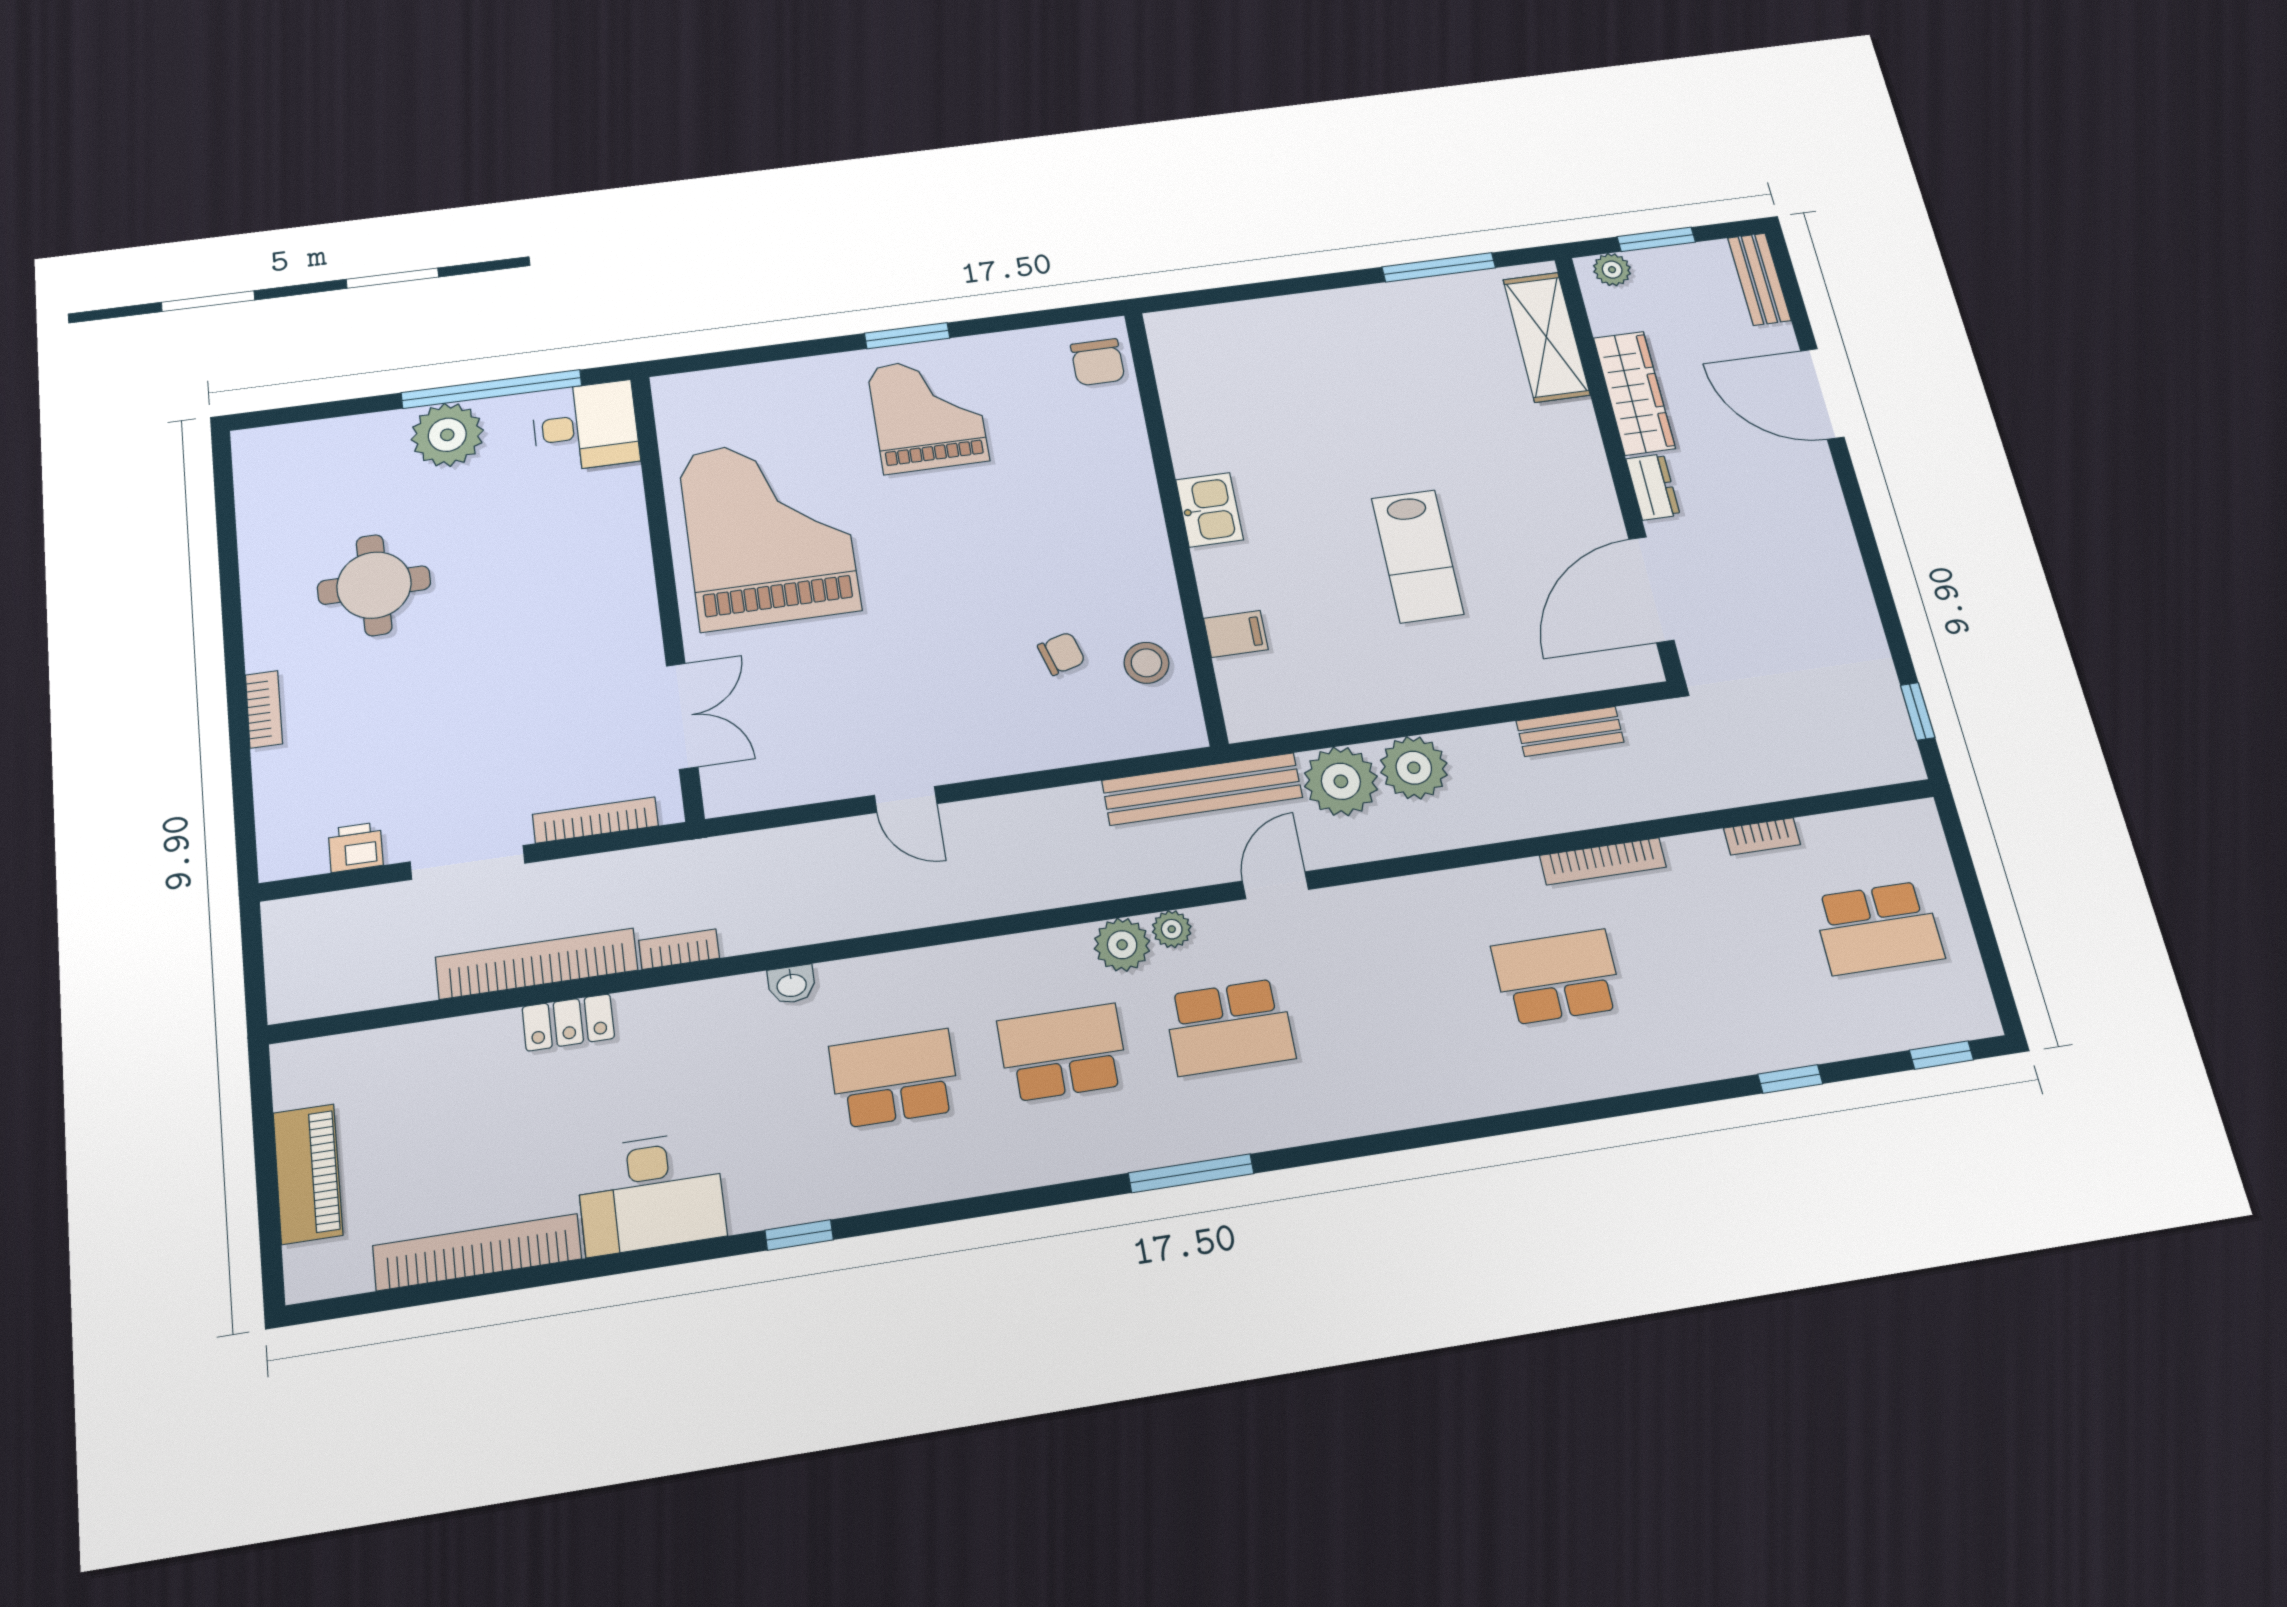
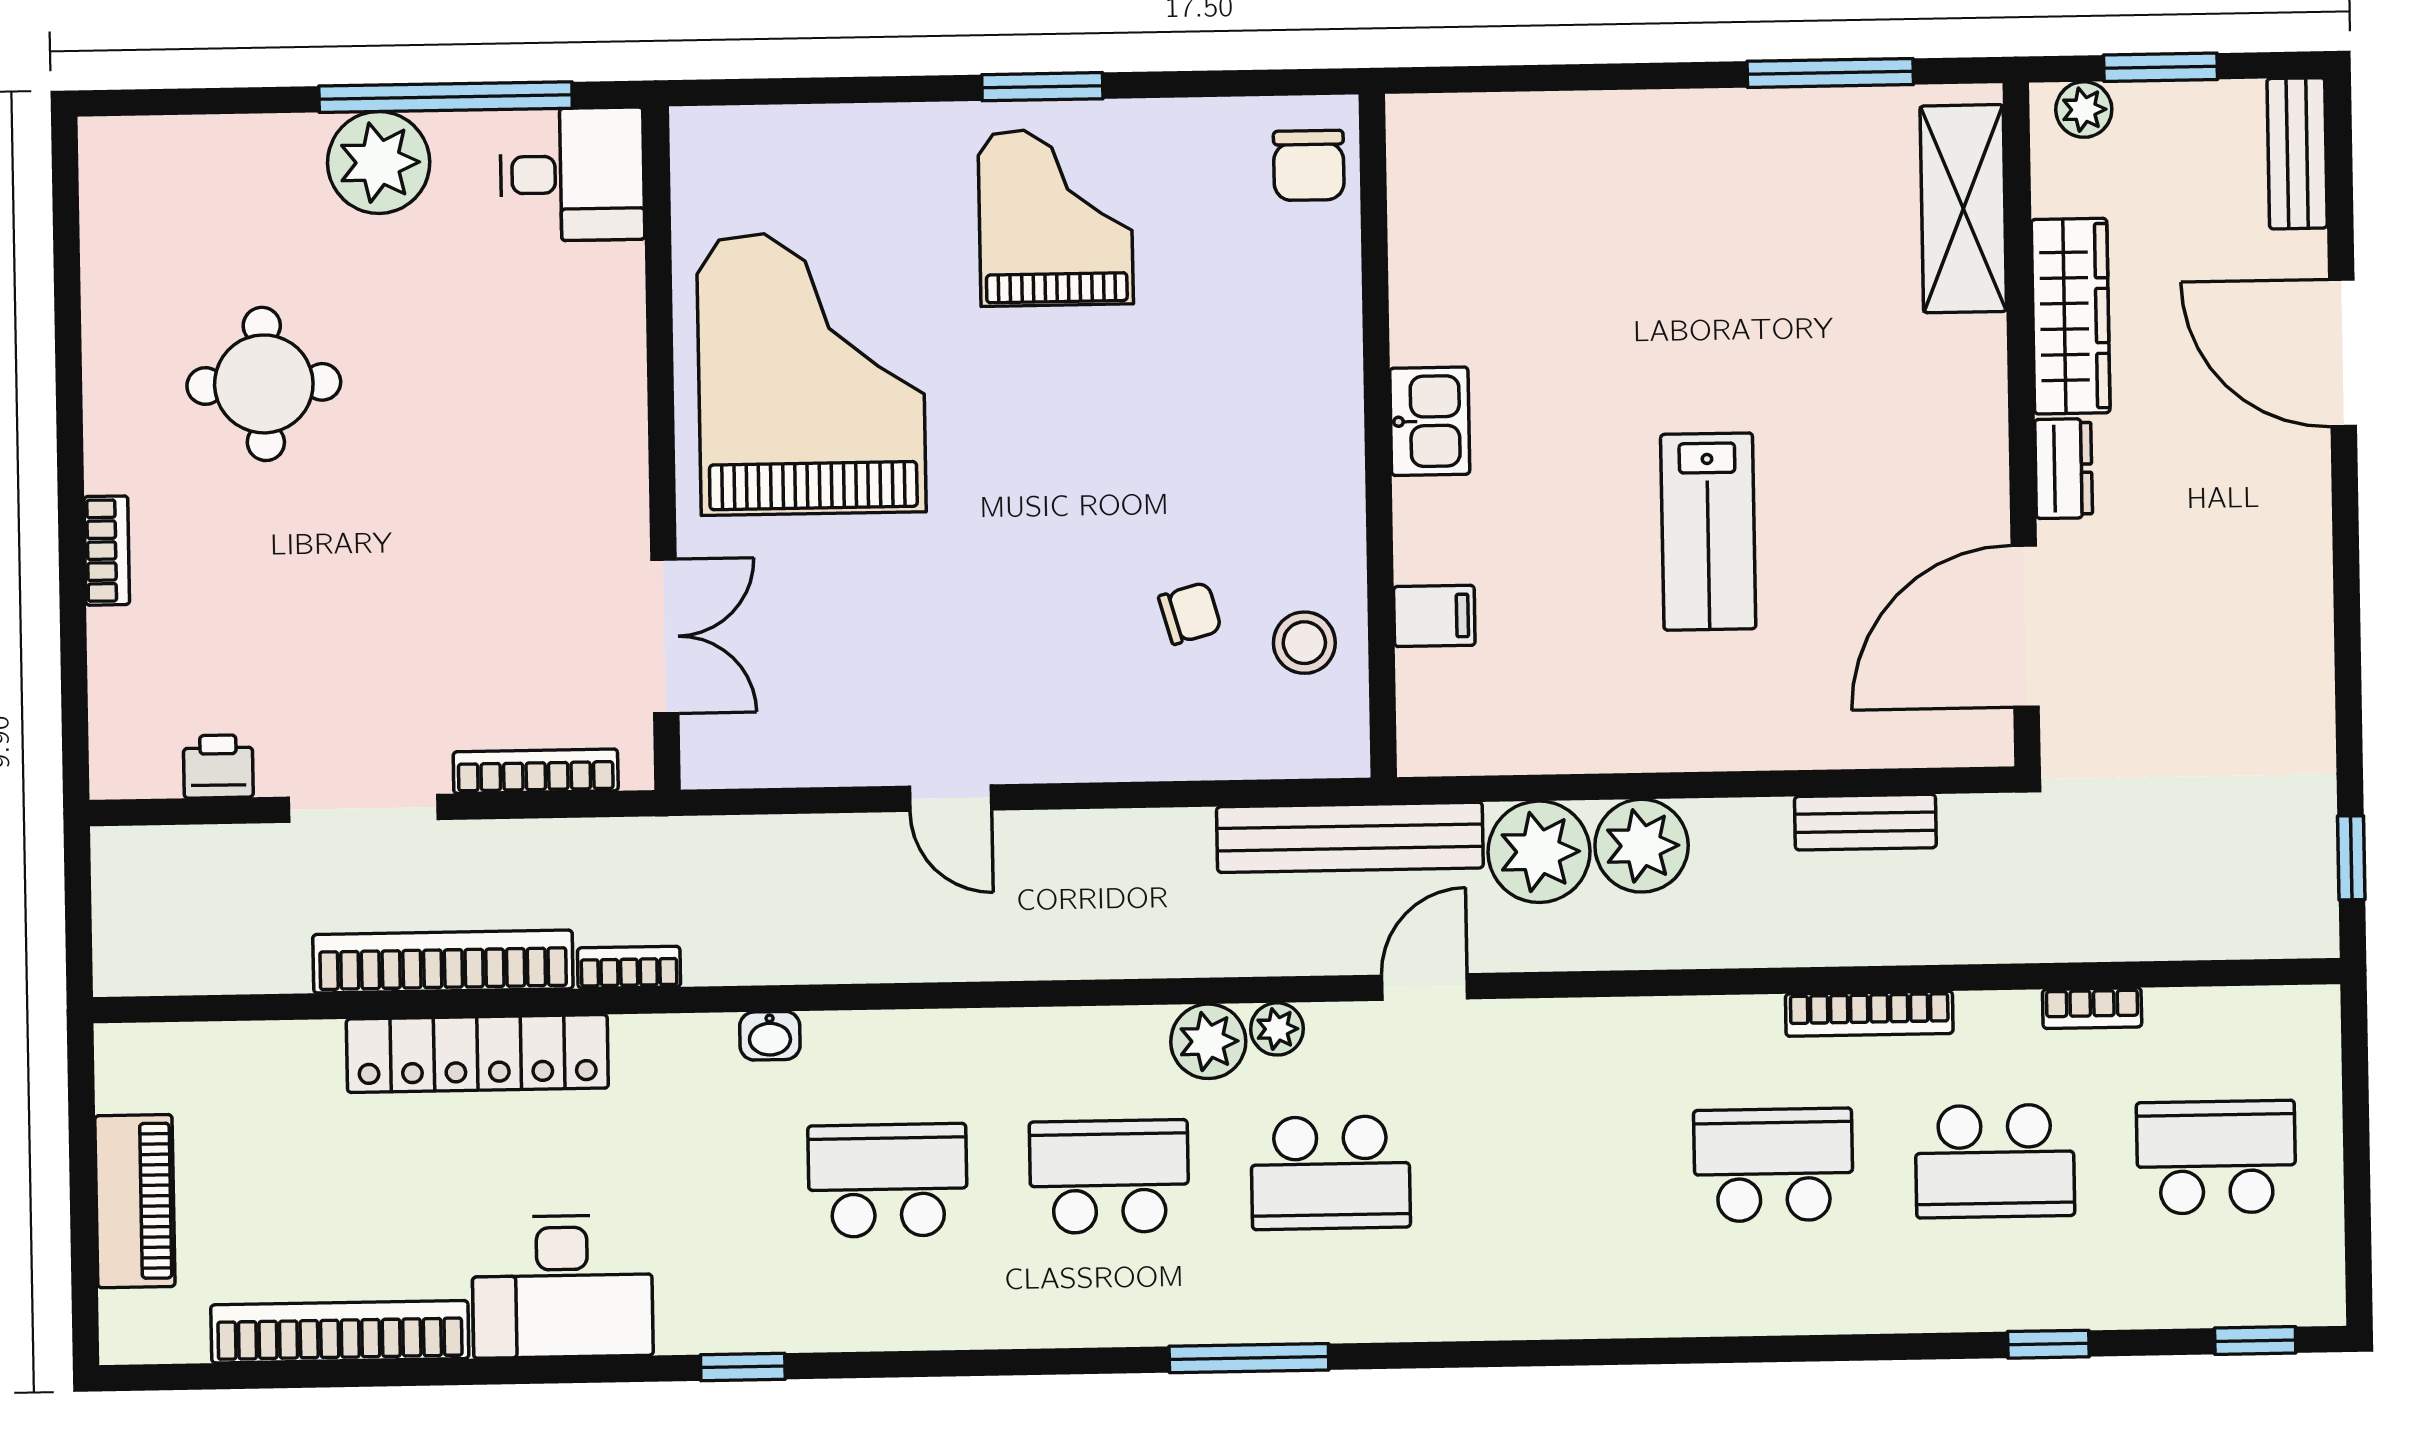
school desk: (1878, 928) -> (2216, 1157), turned 180
school desk: (1718, 952) -> (1995, 1161), added
locker: (568, 1022) -> (477, 1054), width x2.16, depth x1.21

